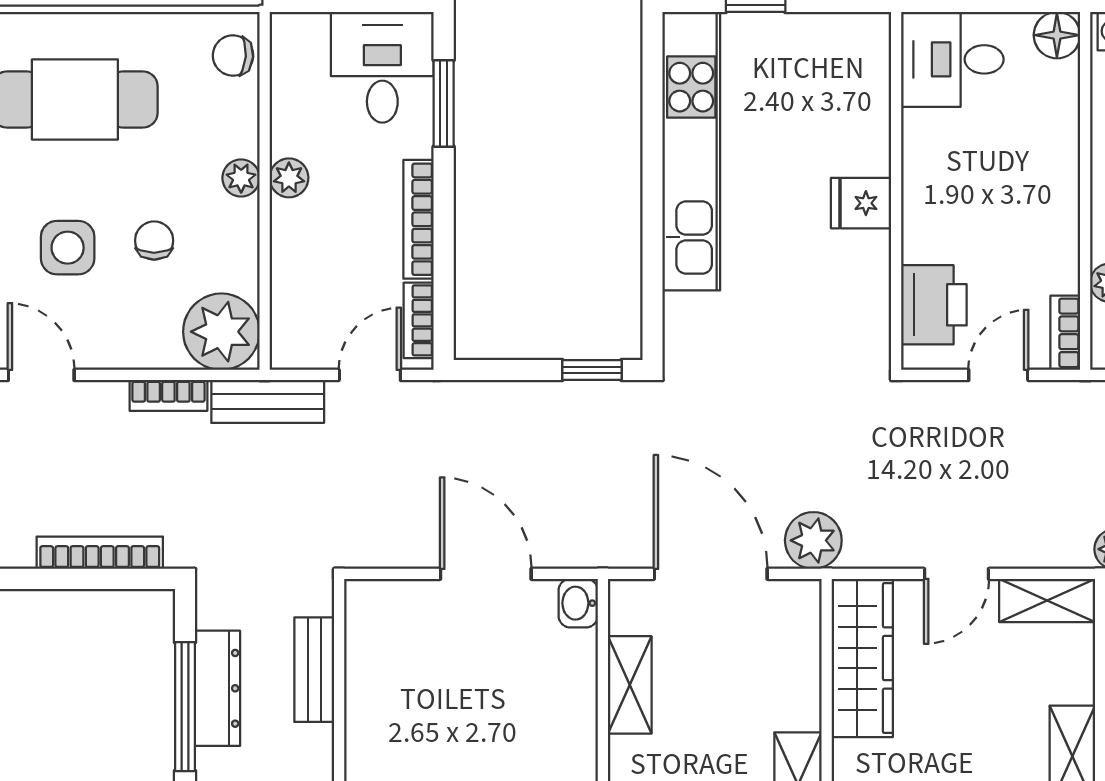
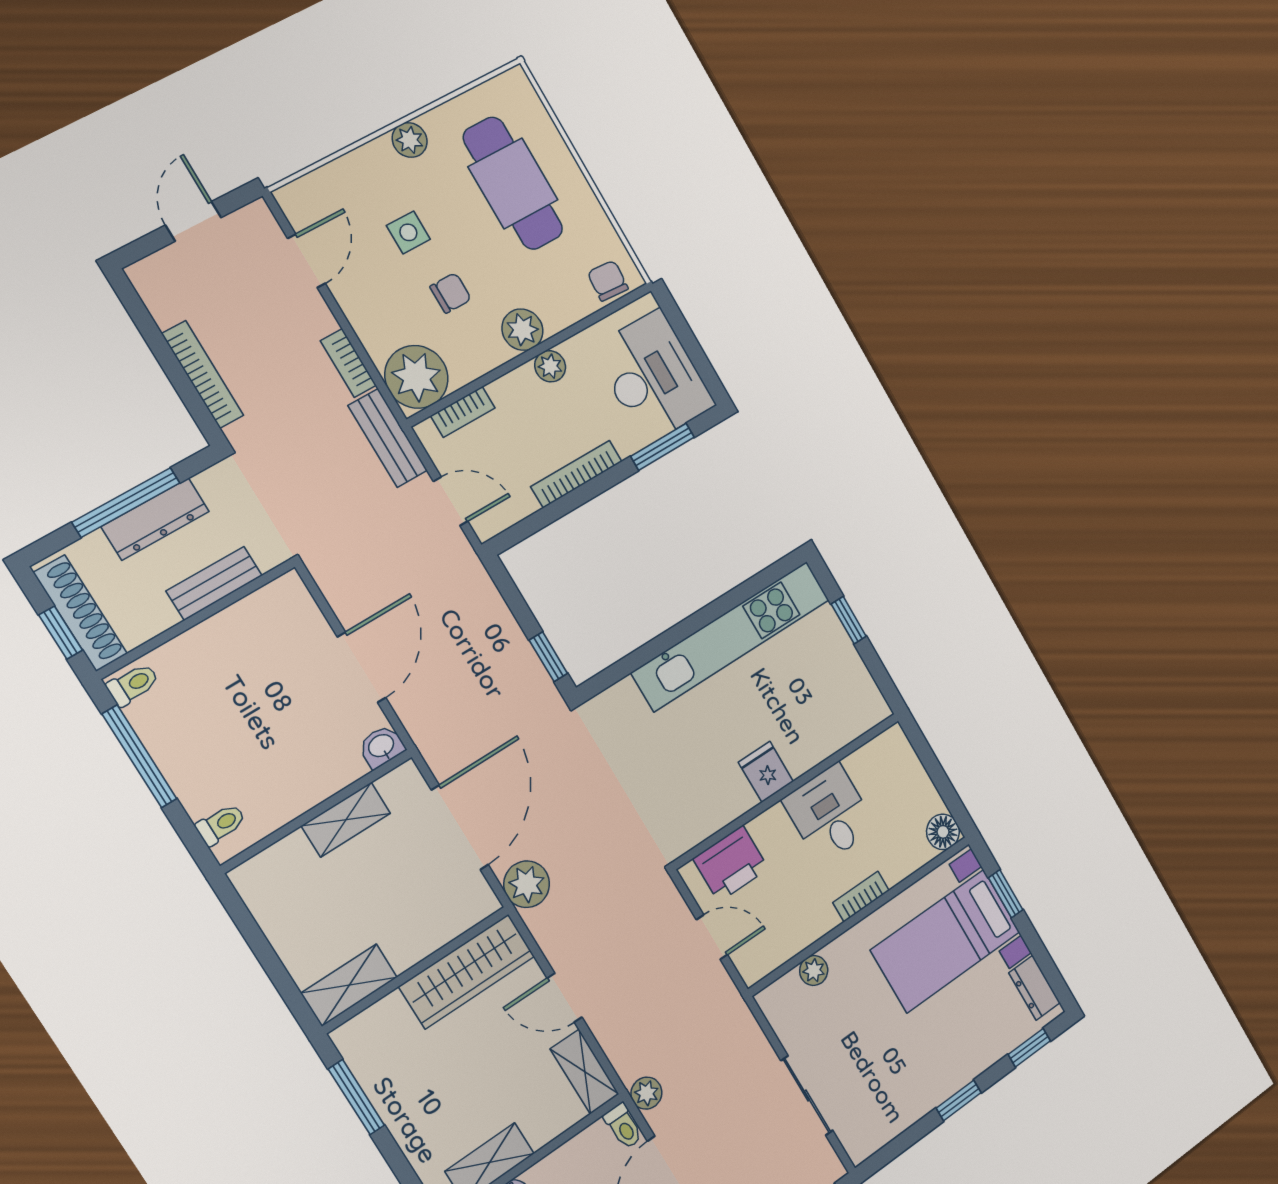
desk: (952, 59) -> (829, 814), moved
desk: (382, 67) -> (653, 377), width x1.37
plant: (241, 178) -> (522, 330), width x1.38, depth x1.38
side table: (68, 248) -> (408, 232), width x0.73, depth x0.73
bookcase: (419, 320) -> (463, 412), moved, turned 180
bookcase: (1065, 333) -> (861, 897), moved

